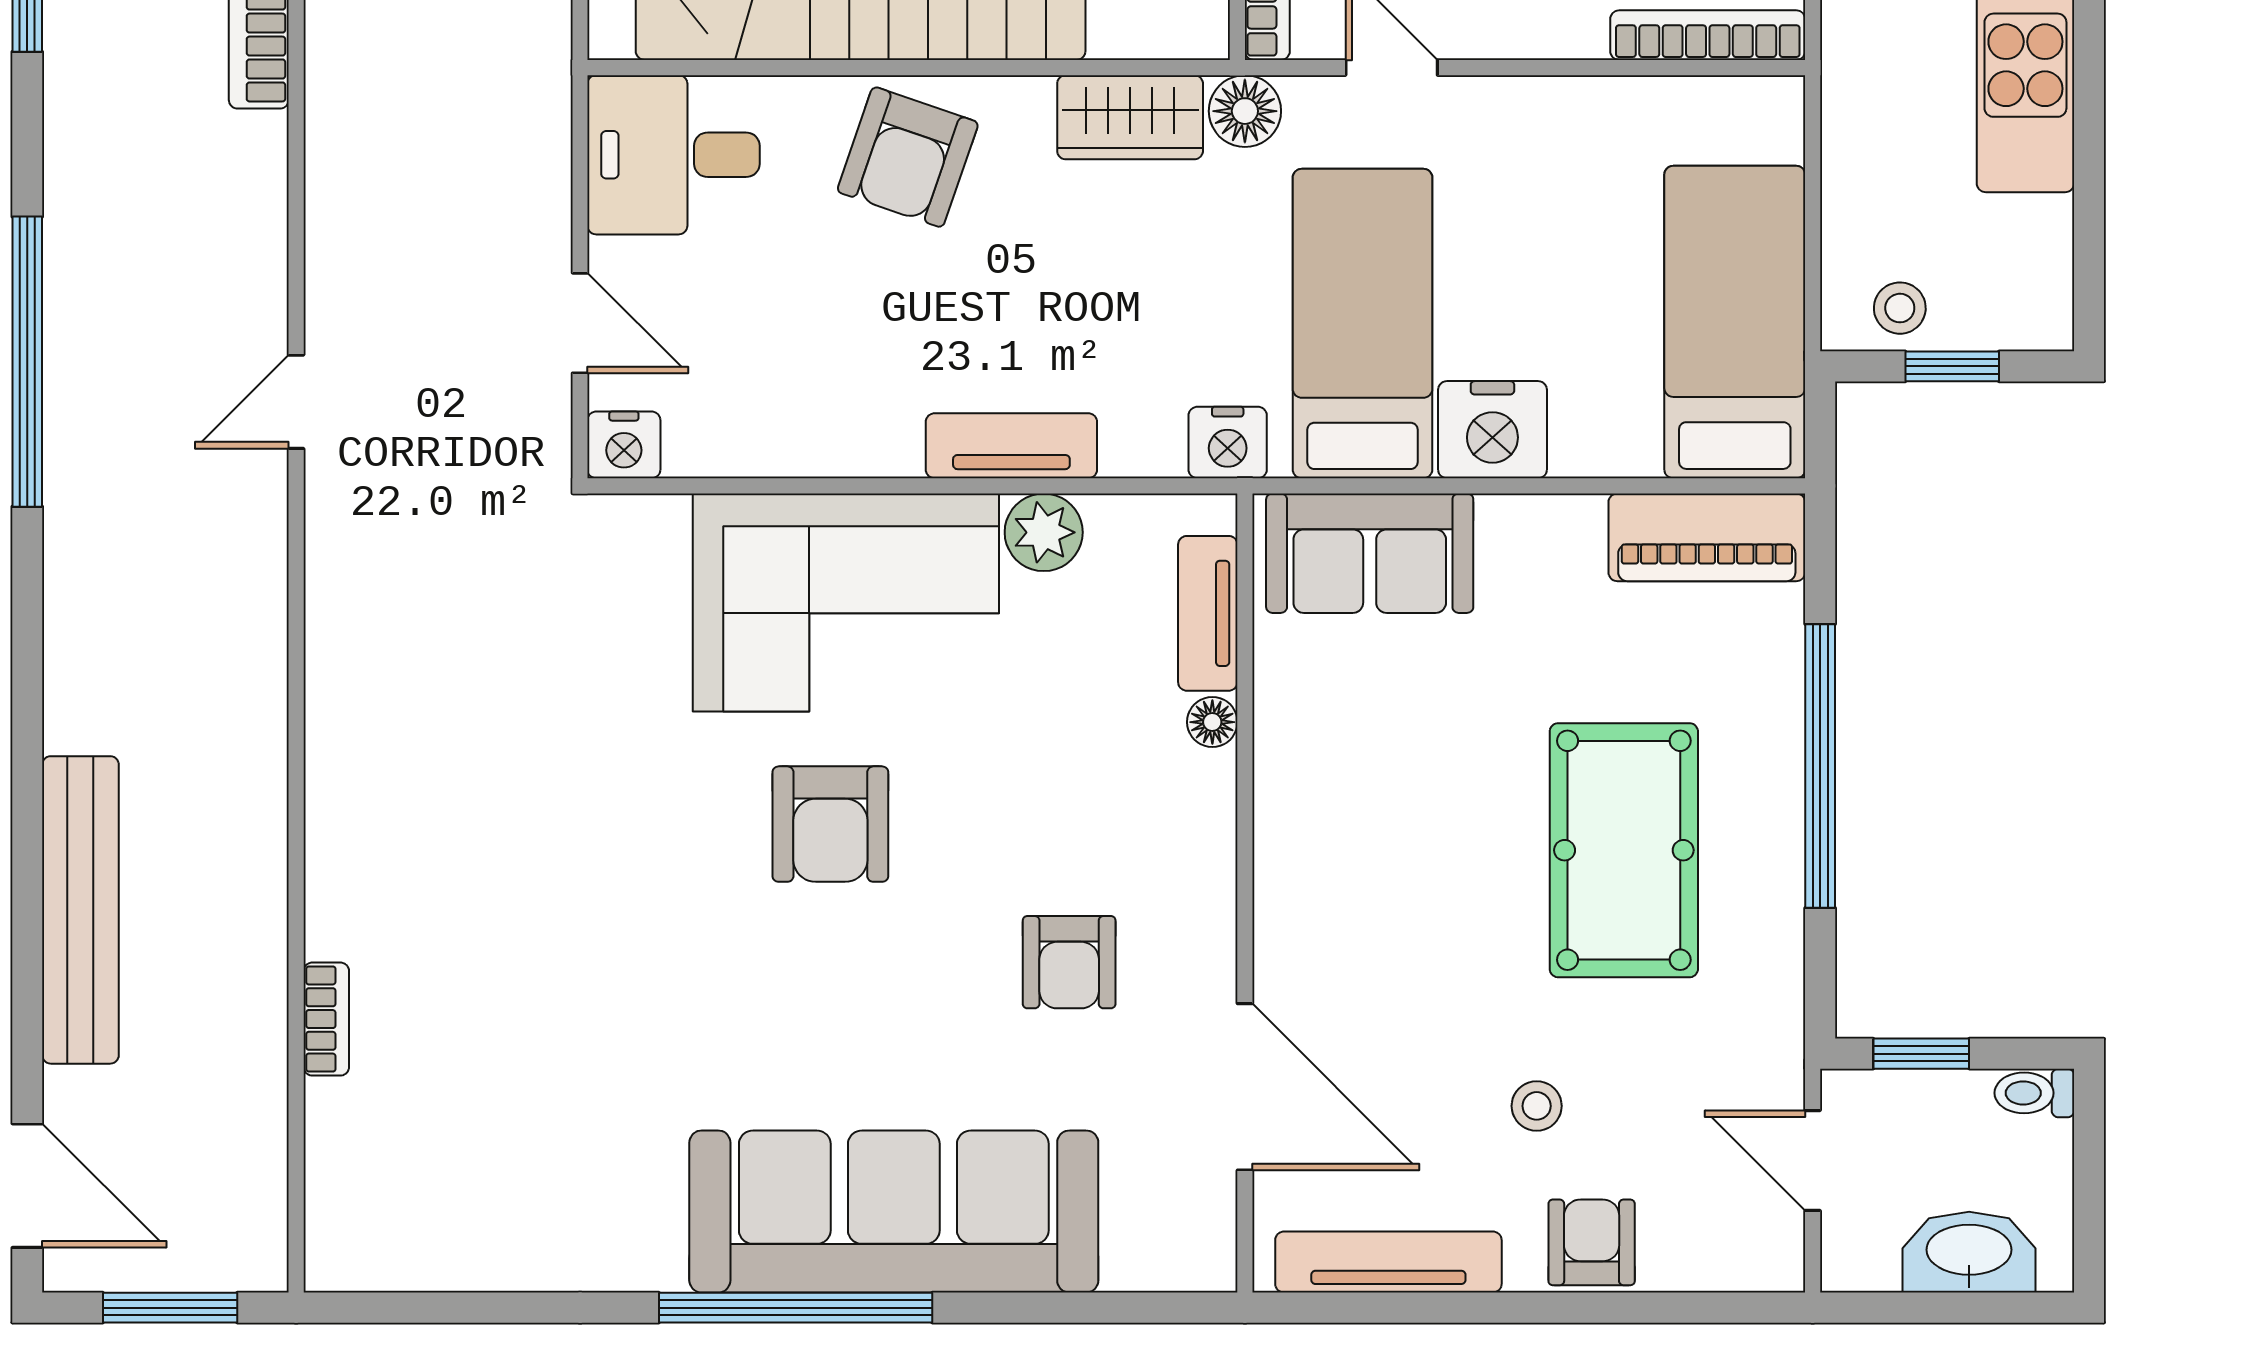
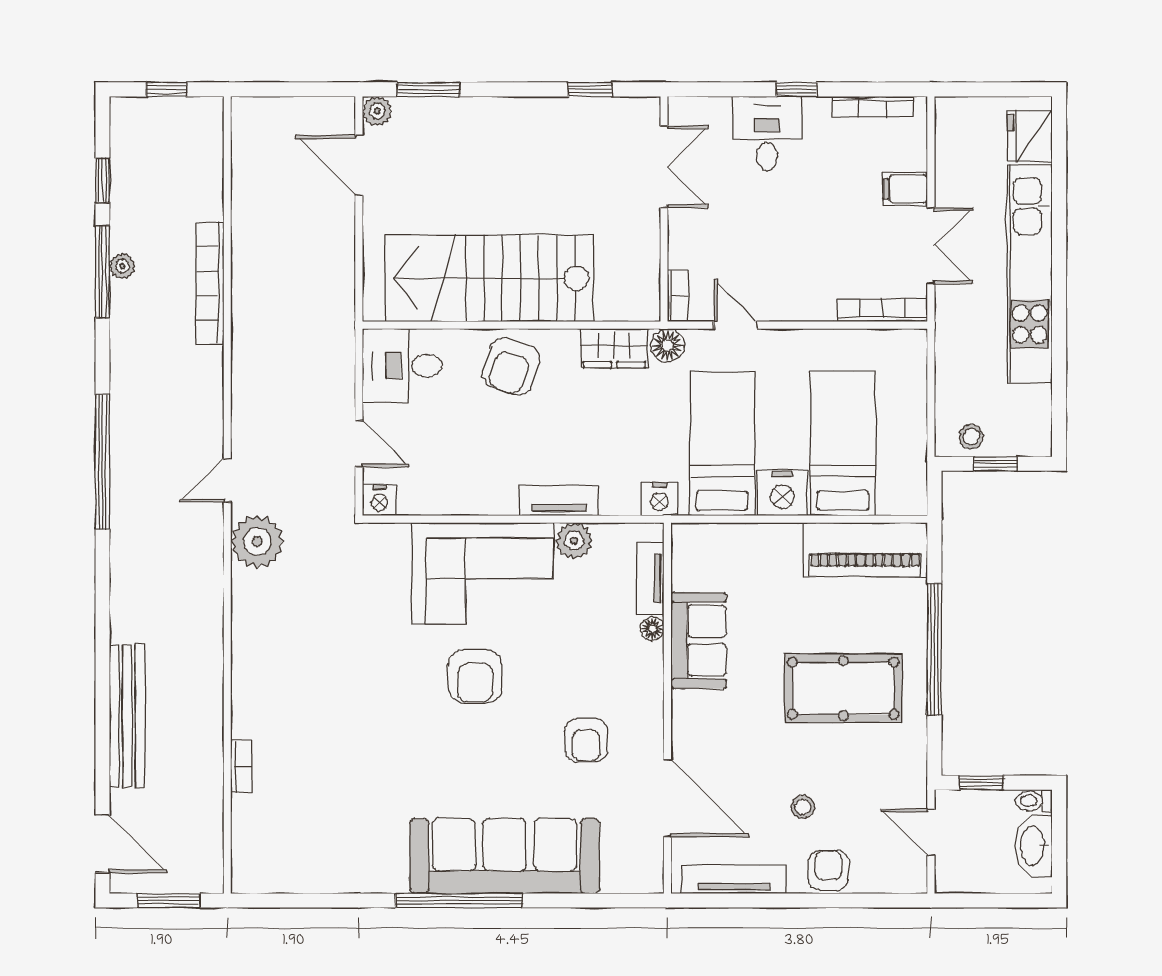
bed: (1735, 322) -> (843, 443), moved
plant: (361, 534) -> (257, 542), added
piano: (1707, 537) -> (865, 550), width x1.37, depth x1.33
sofa: (1370, 553) -> (699, 640), moved, turned -90
pool table: (1624, 850) -> (843, 688), turned 90
washbasin: (1969, 1252) -> (1033, 846), moved, turned -90

